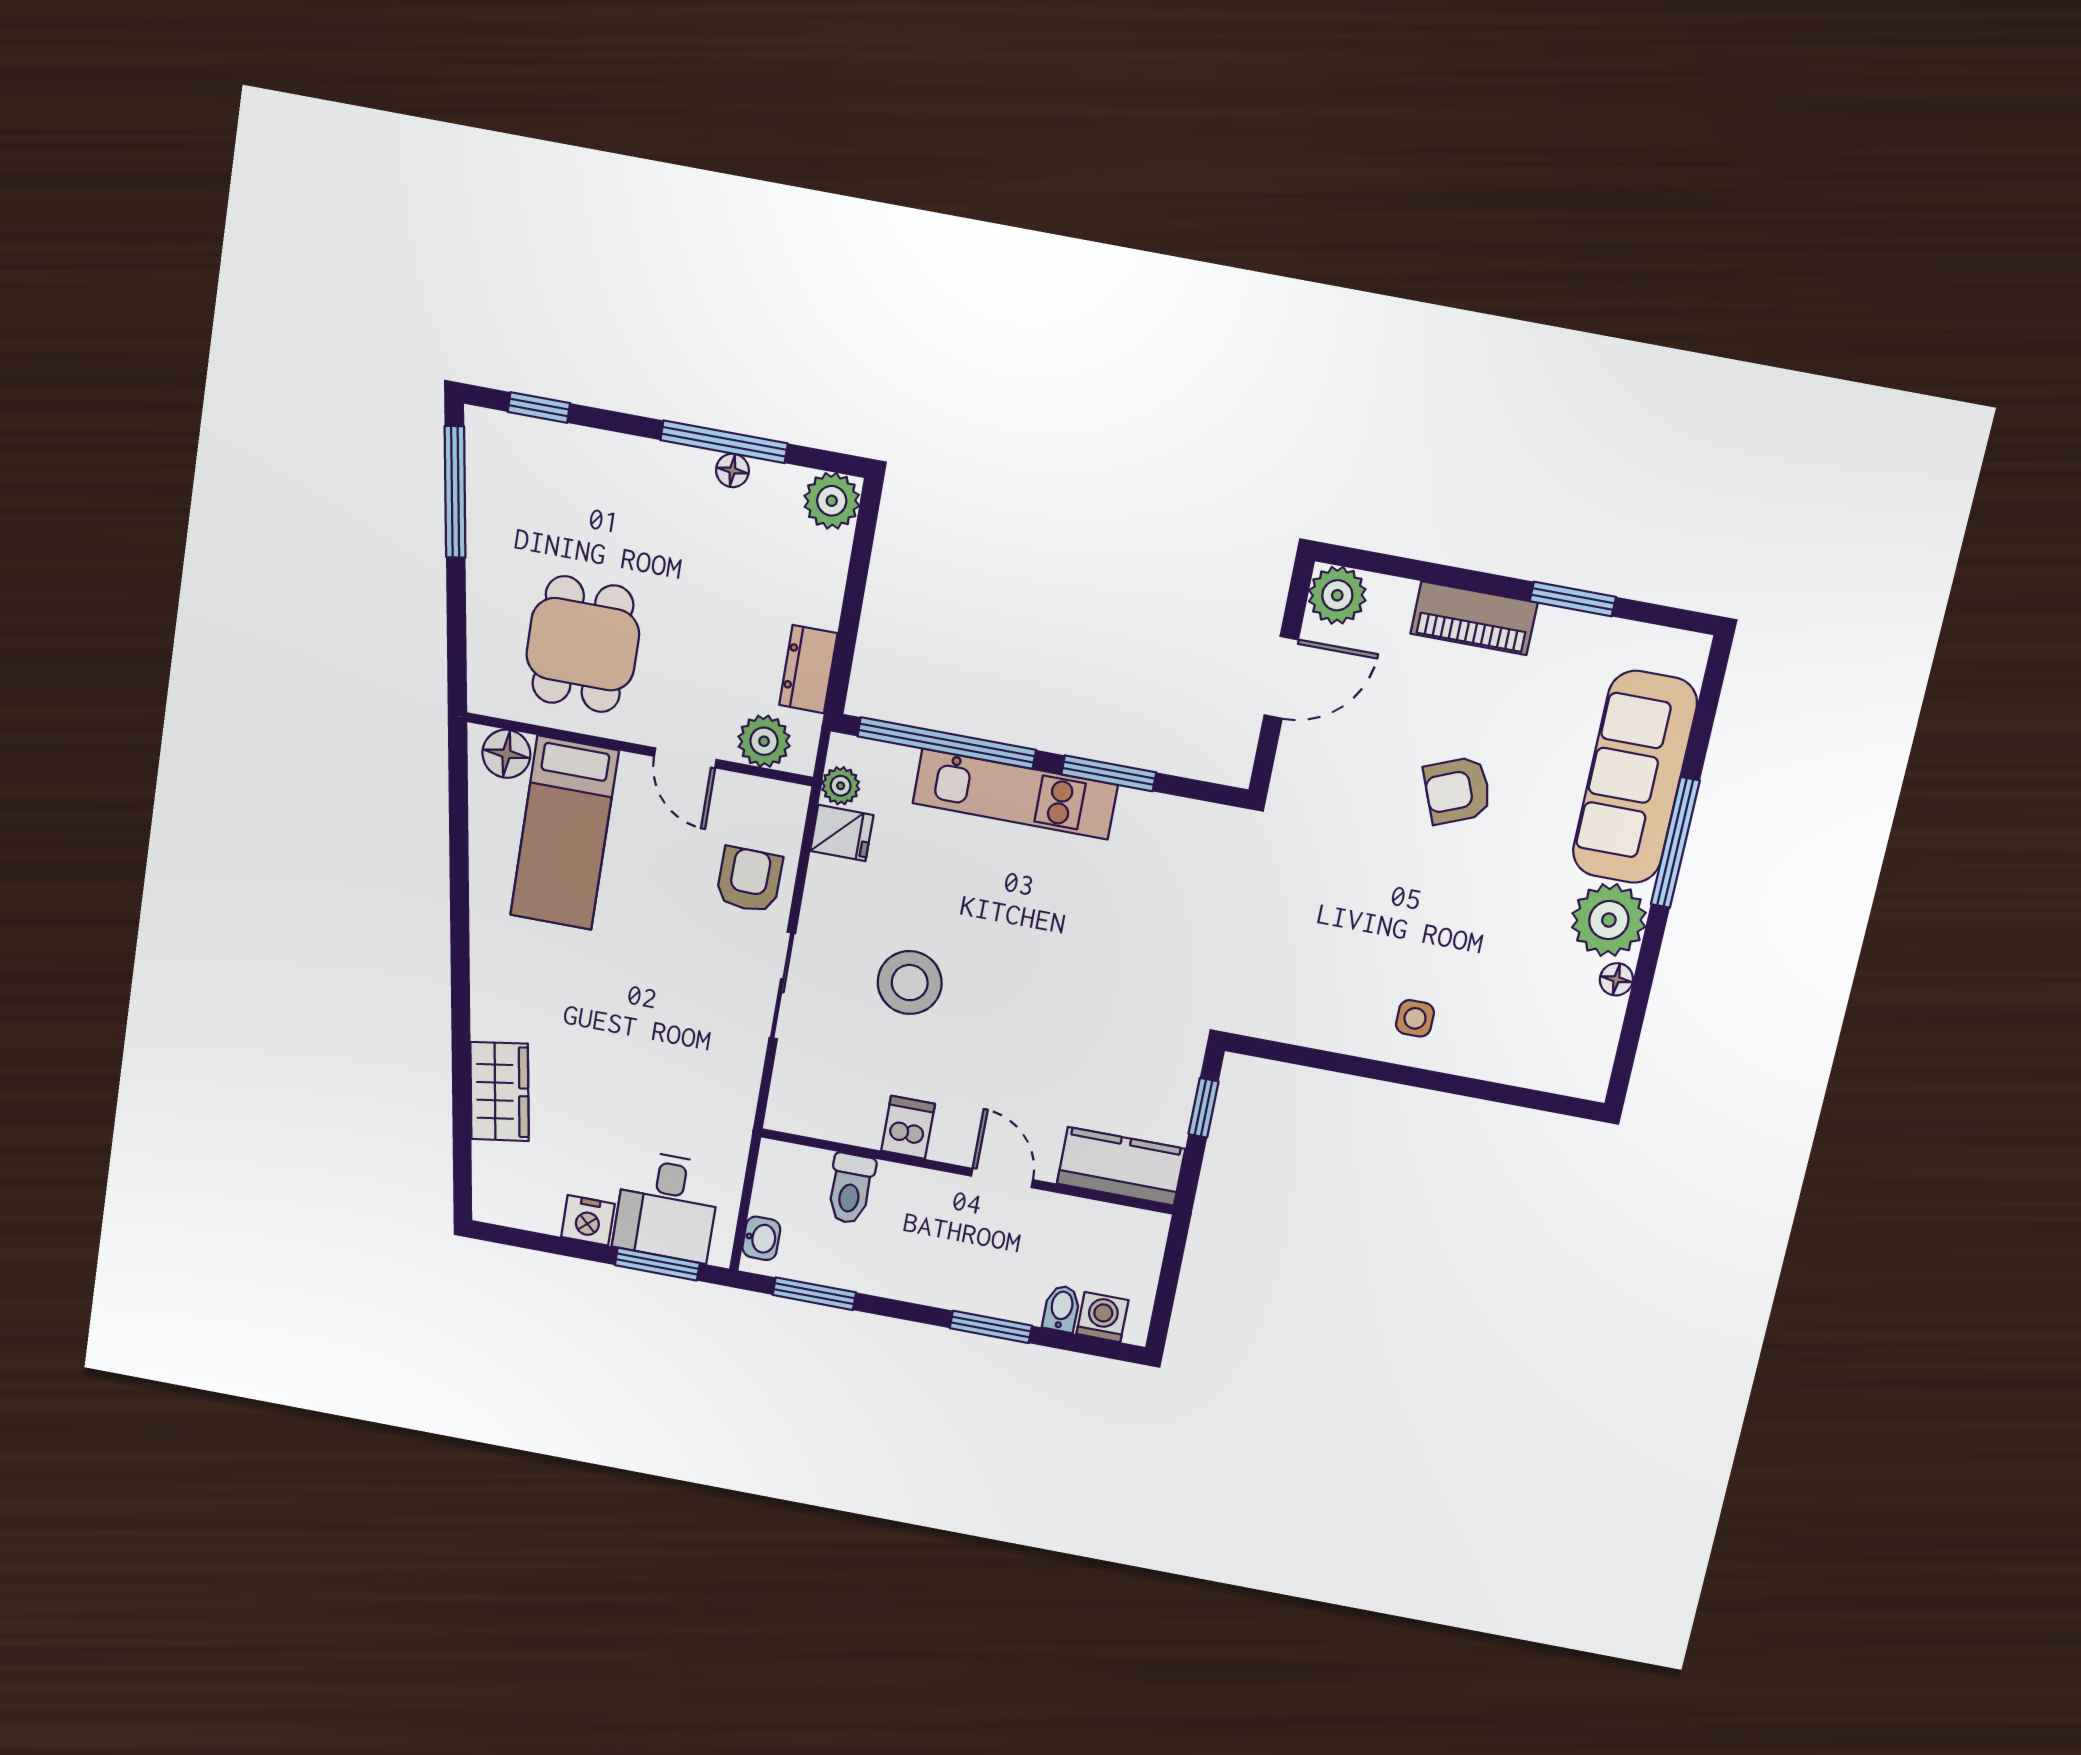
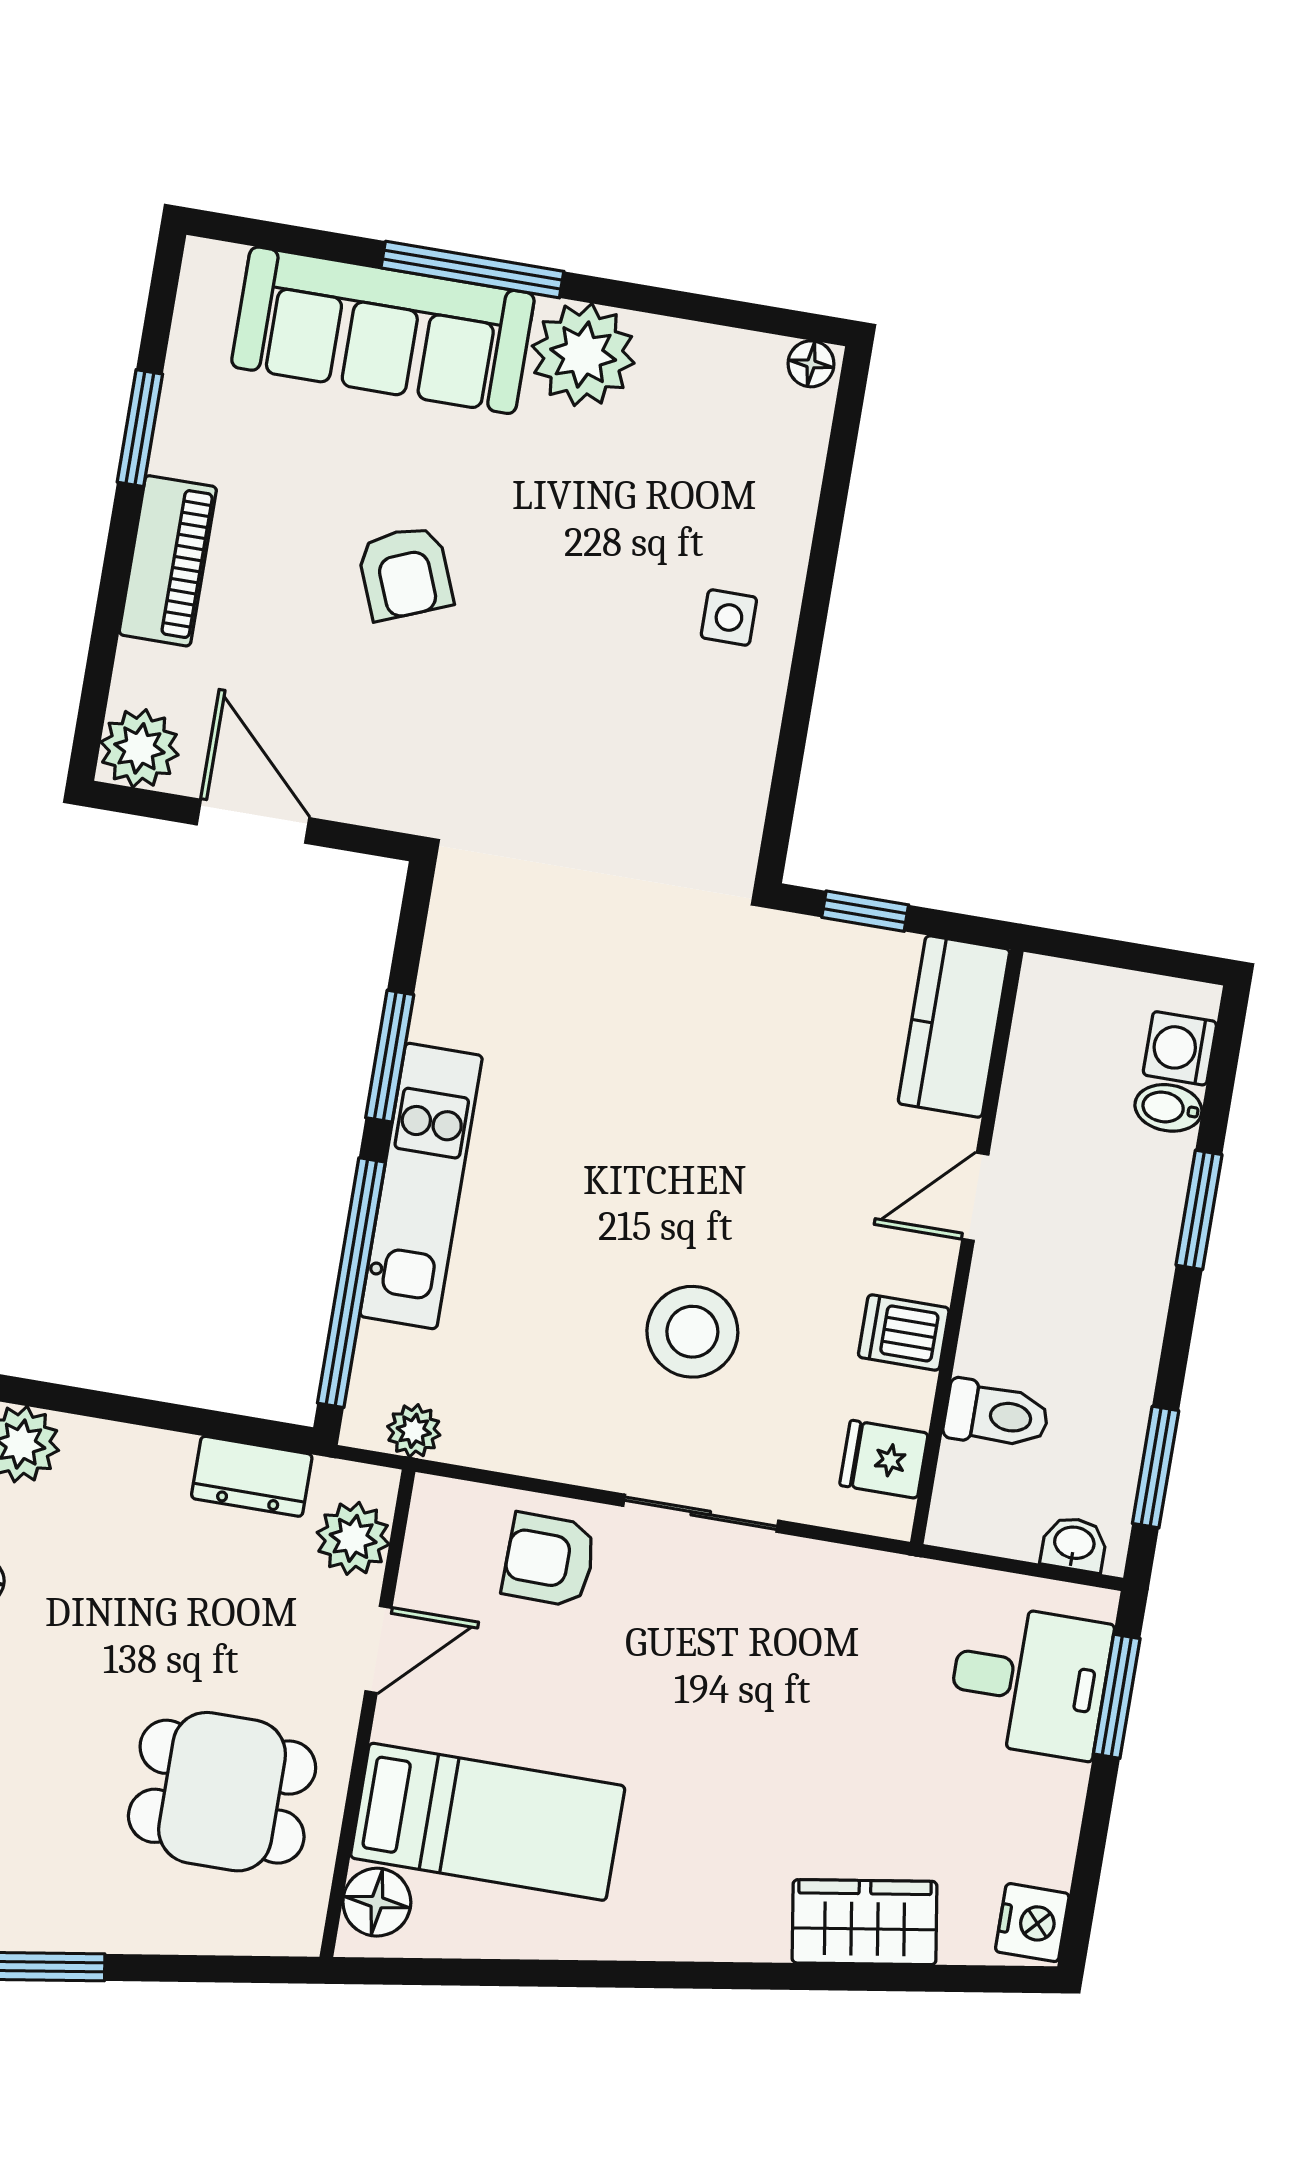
fridge: (842, 833) -> (884, 1459), moved, turned -90
floor lamp: (1616, 979) -> (811, 364), moved
nightstand: (588, 1220) -> (1032, 1923), moved

